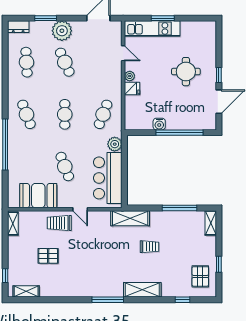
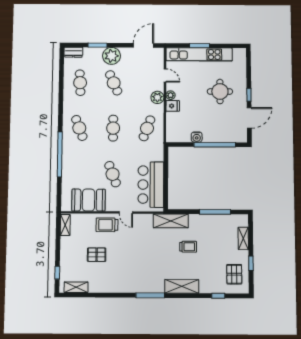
kitchen unit: (152, 28) -> (199, 54), width x1.36
plant: (115, 144) -> (157, 97), moved
shelving: (211, 223) -> (243, 238), moved

